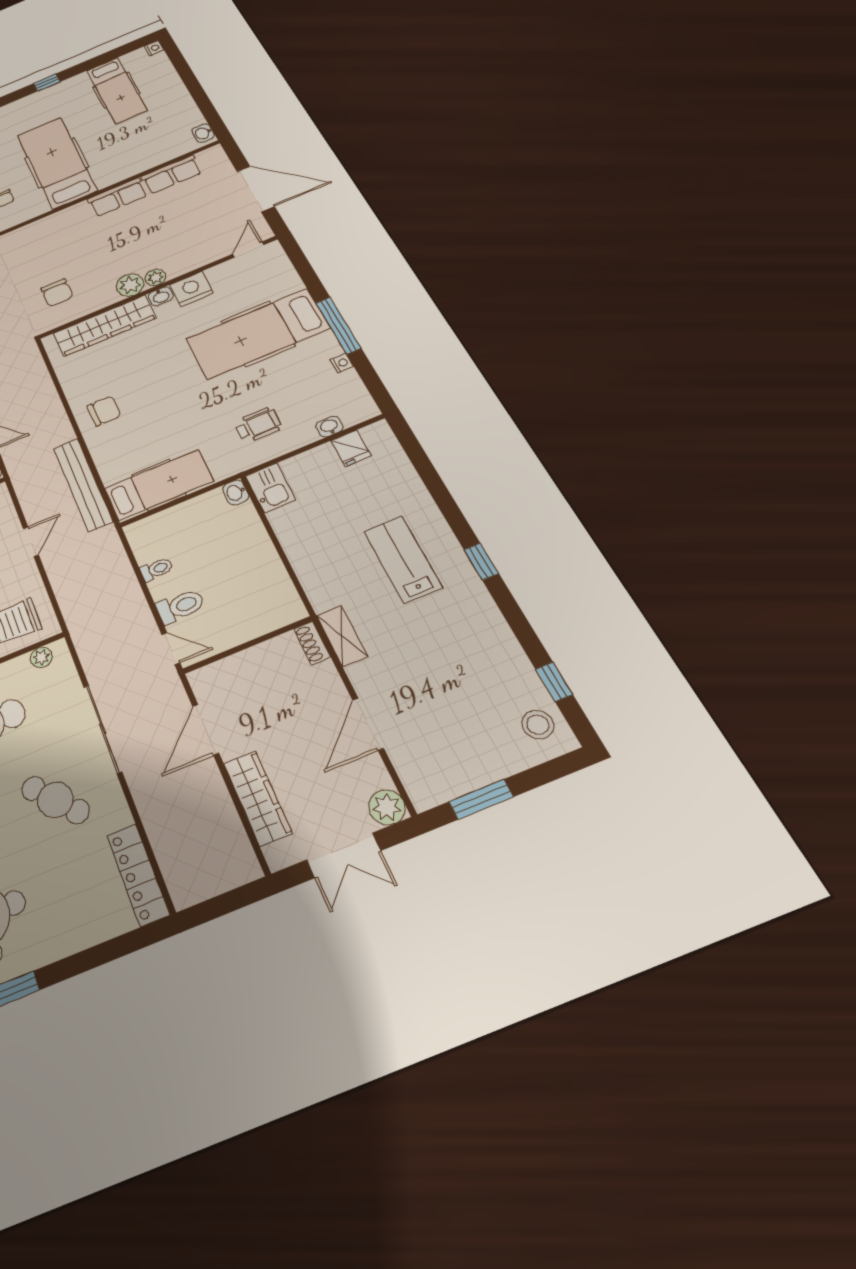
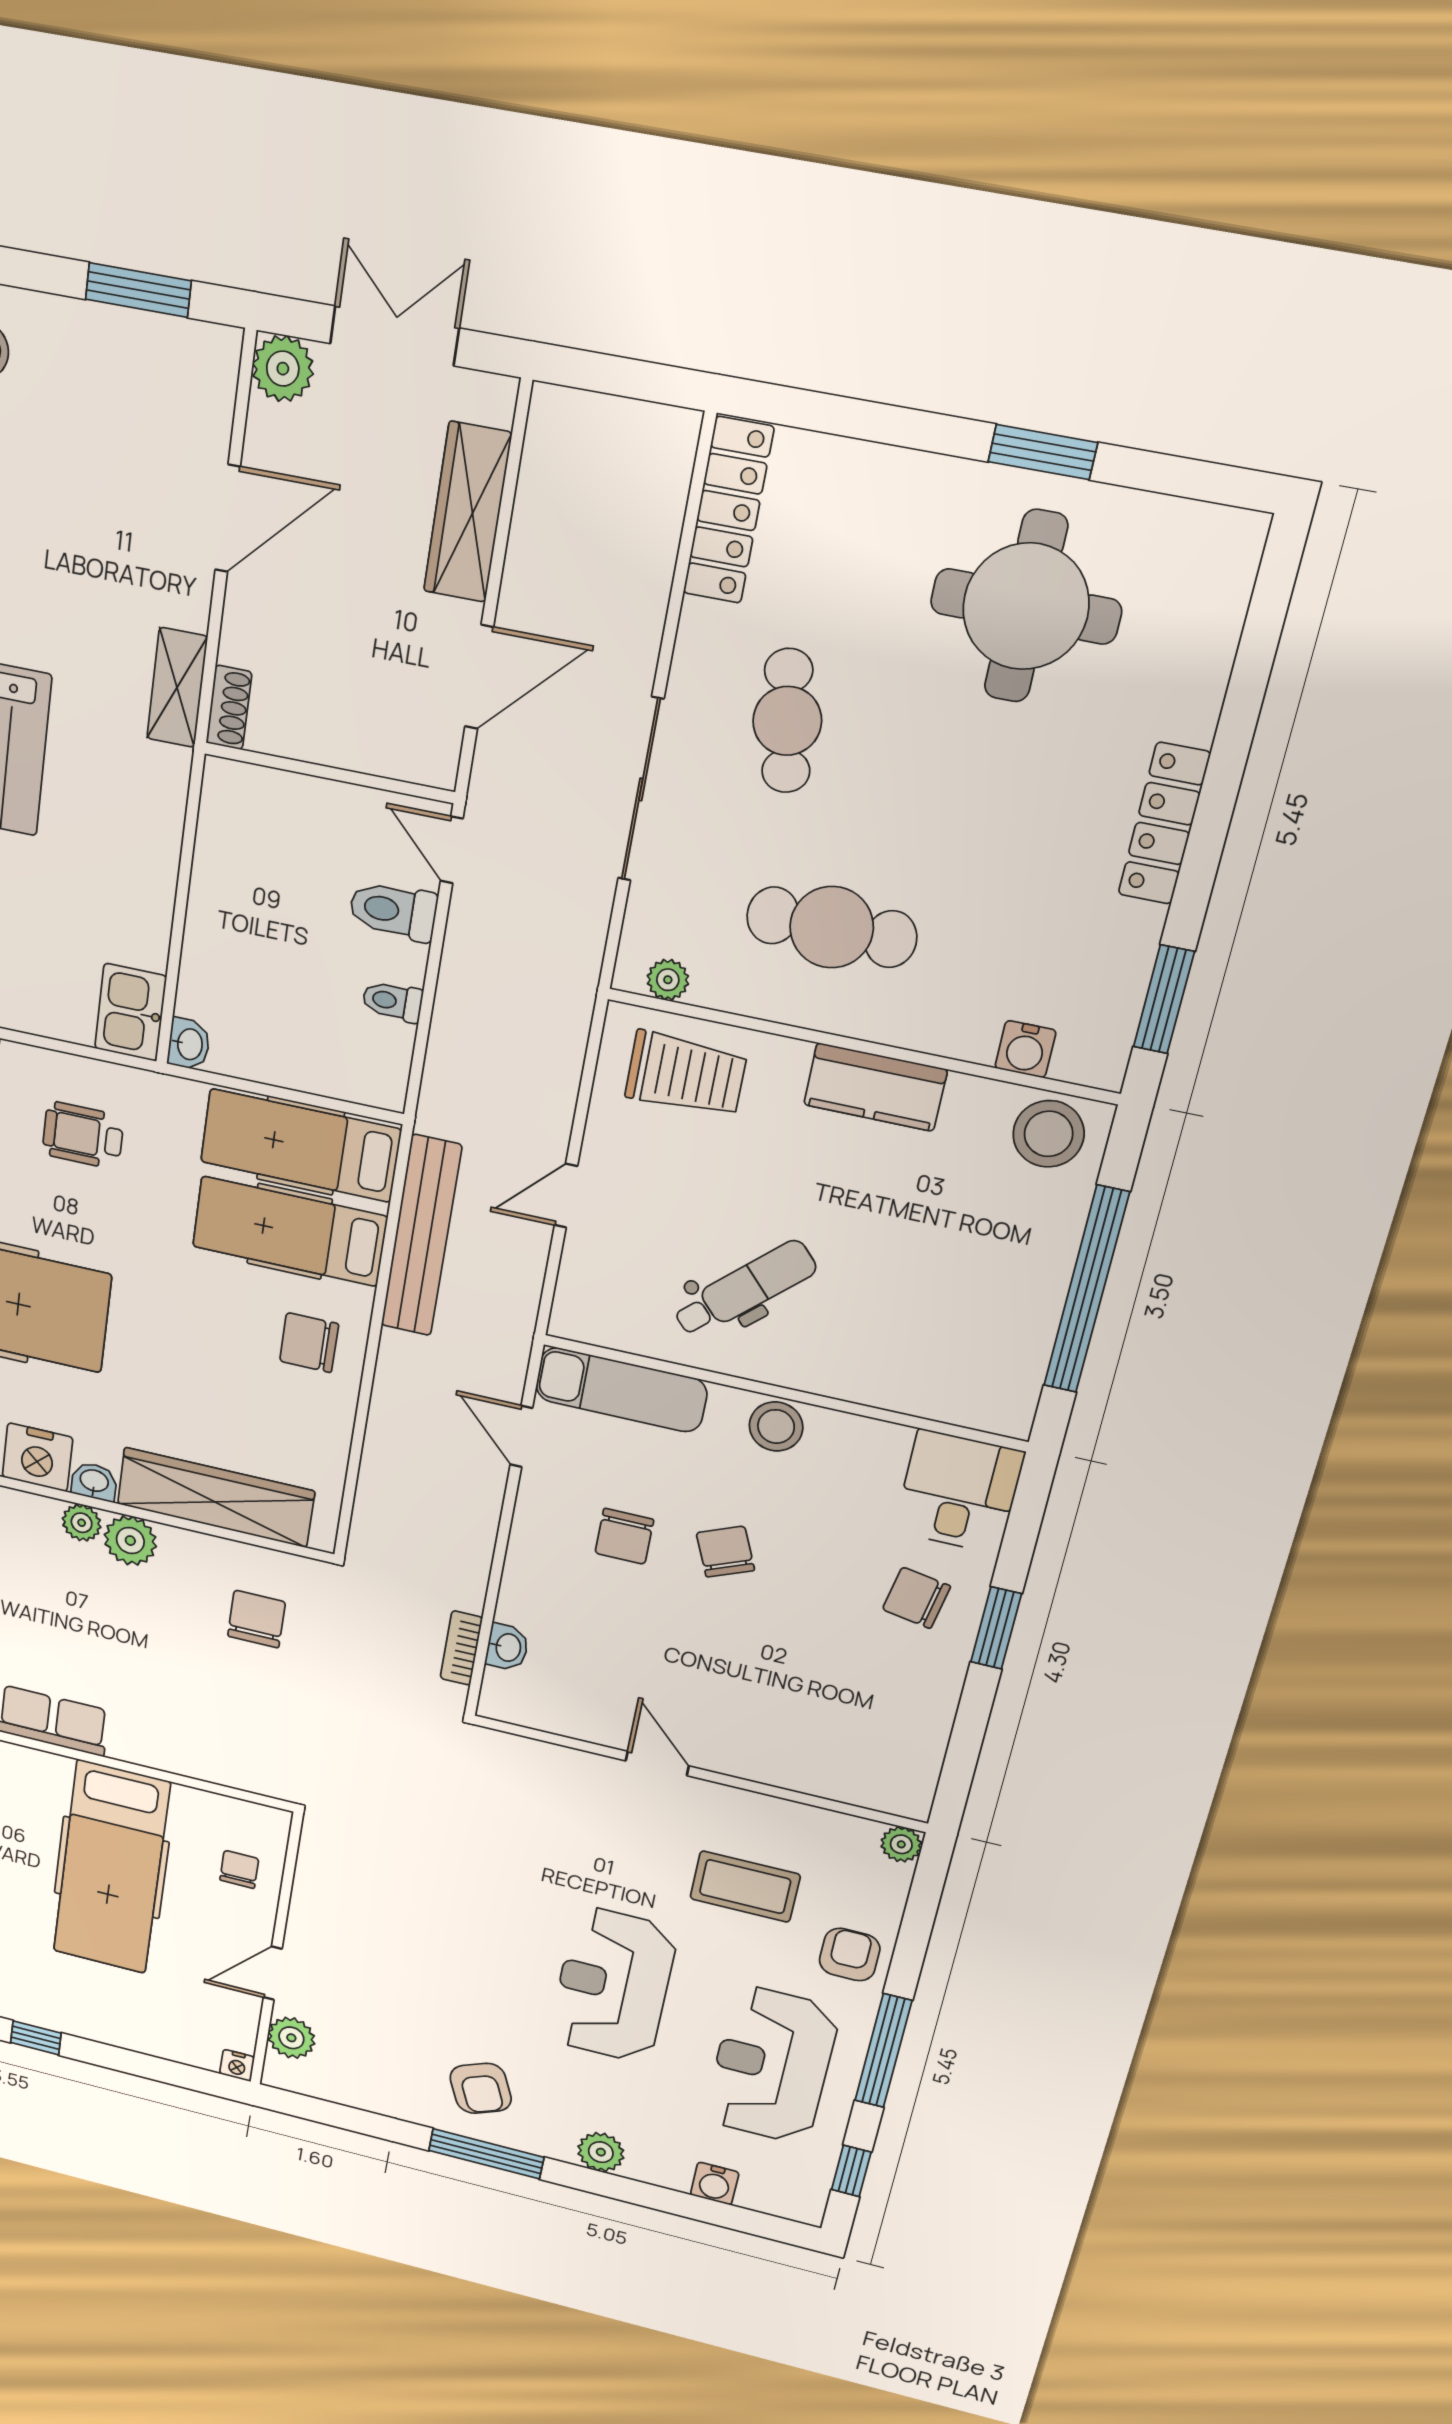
hospital bed: (141, 448) -> (289, 1231), added
cafe table: (55, 800) -> (787, 721), turned 31

